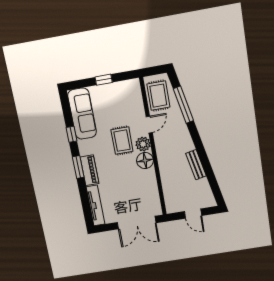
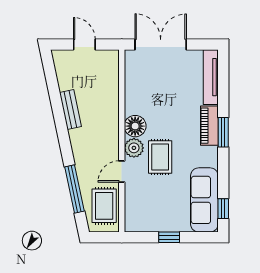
window: (72, 134) -> (223, 209), moved

